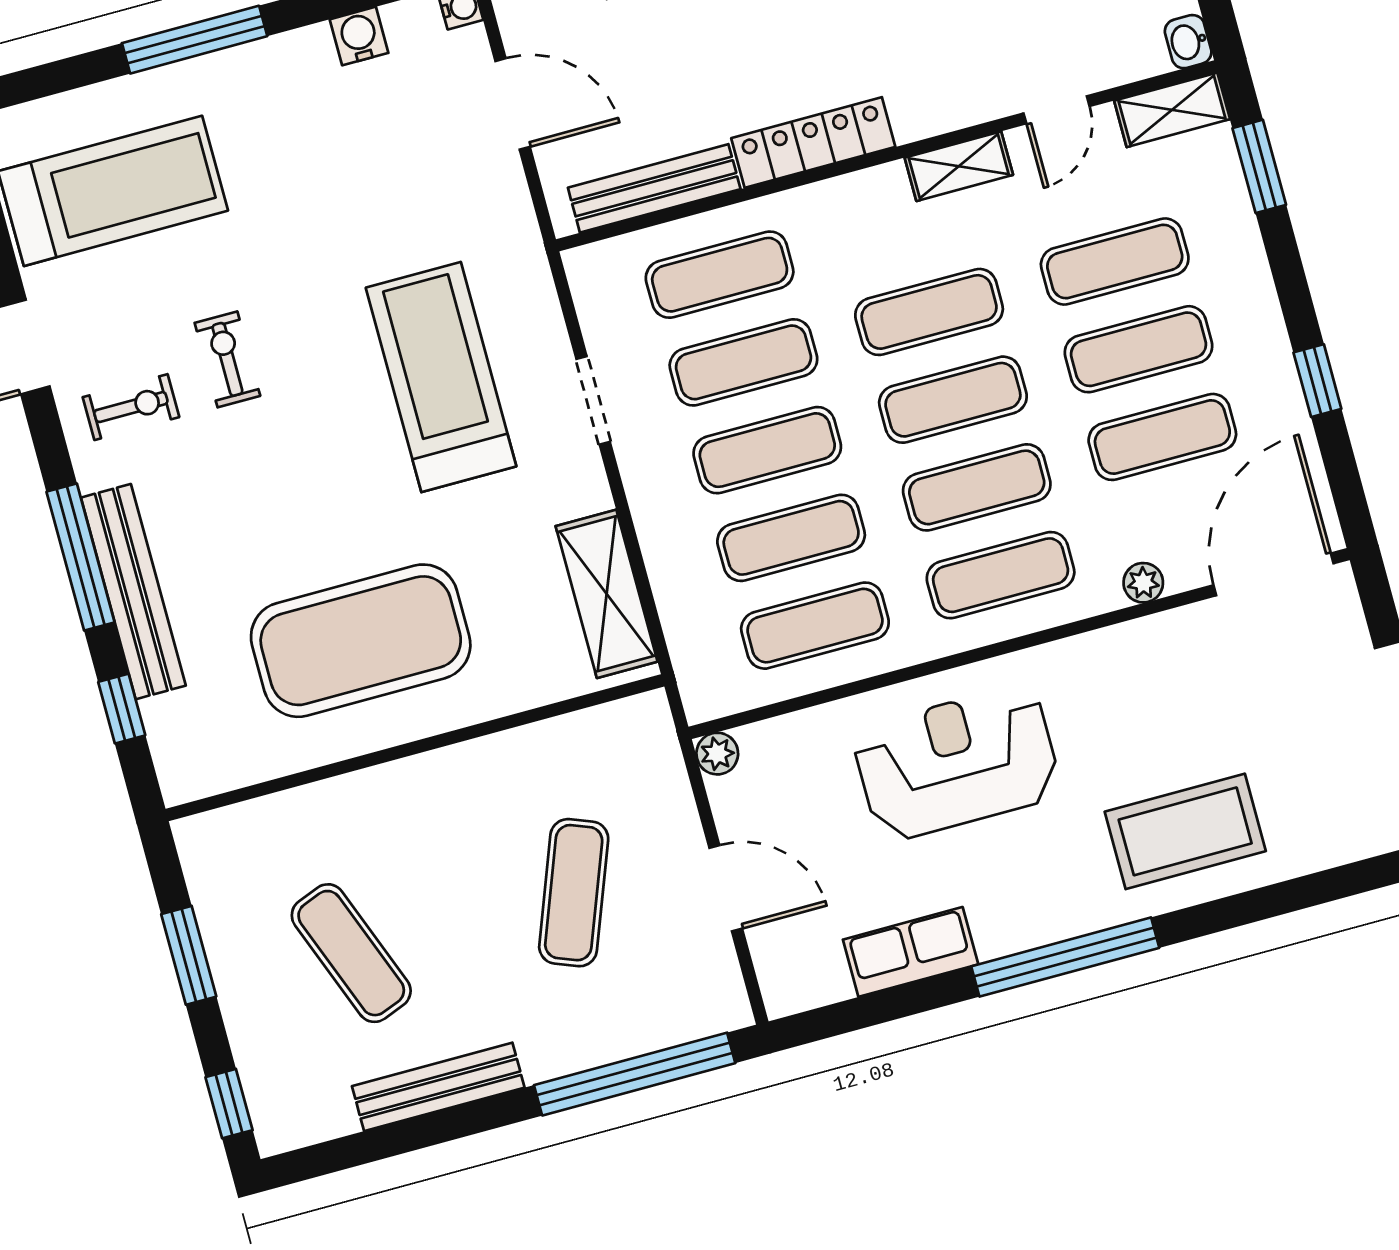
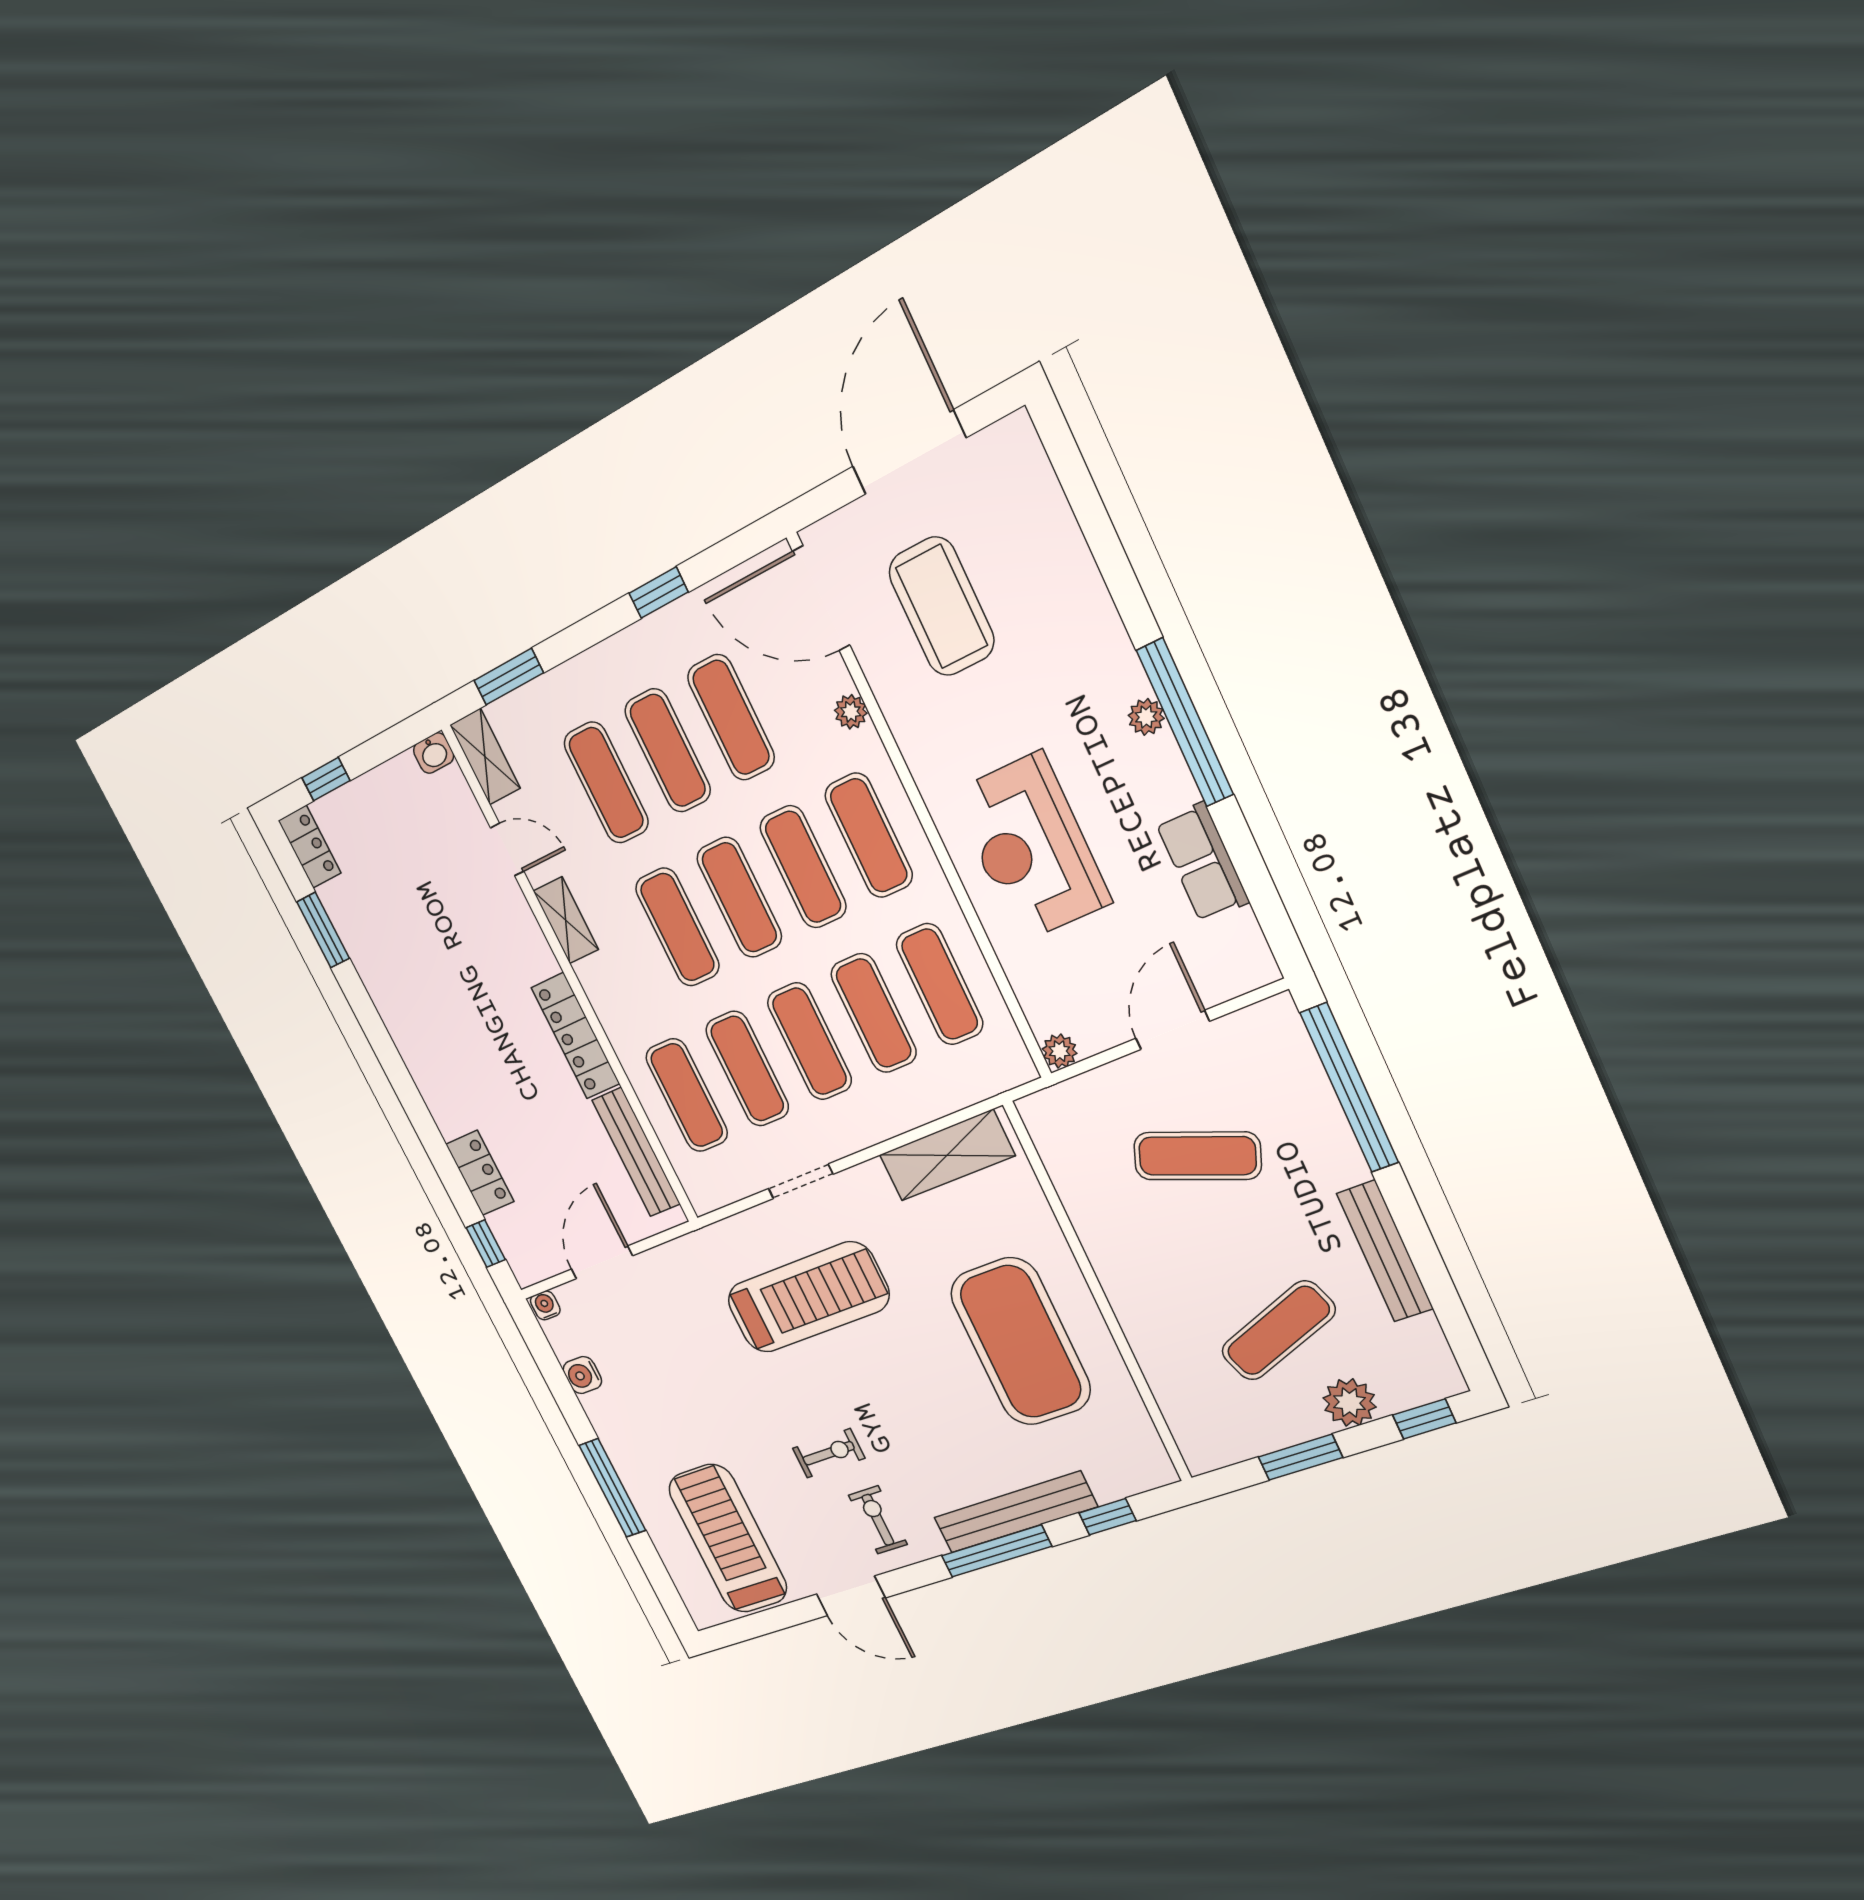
exercise bike: (227, 359) -> (829, 1453), turned 180
treadmill: (441, 377) -> (808, 1297), turned 180
coffee table: (1185, 831) -> (941, 606), moved
plant: (1079, 916) -> (1146, 717), added
plant: (255, 1022) -> (1349, 1403), added

